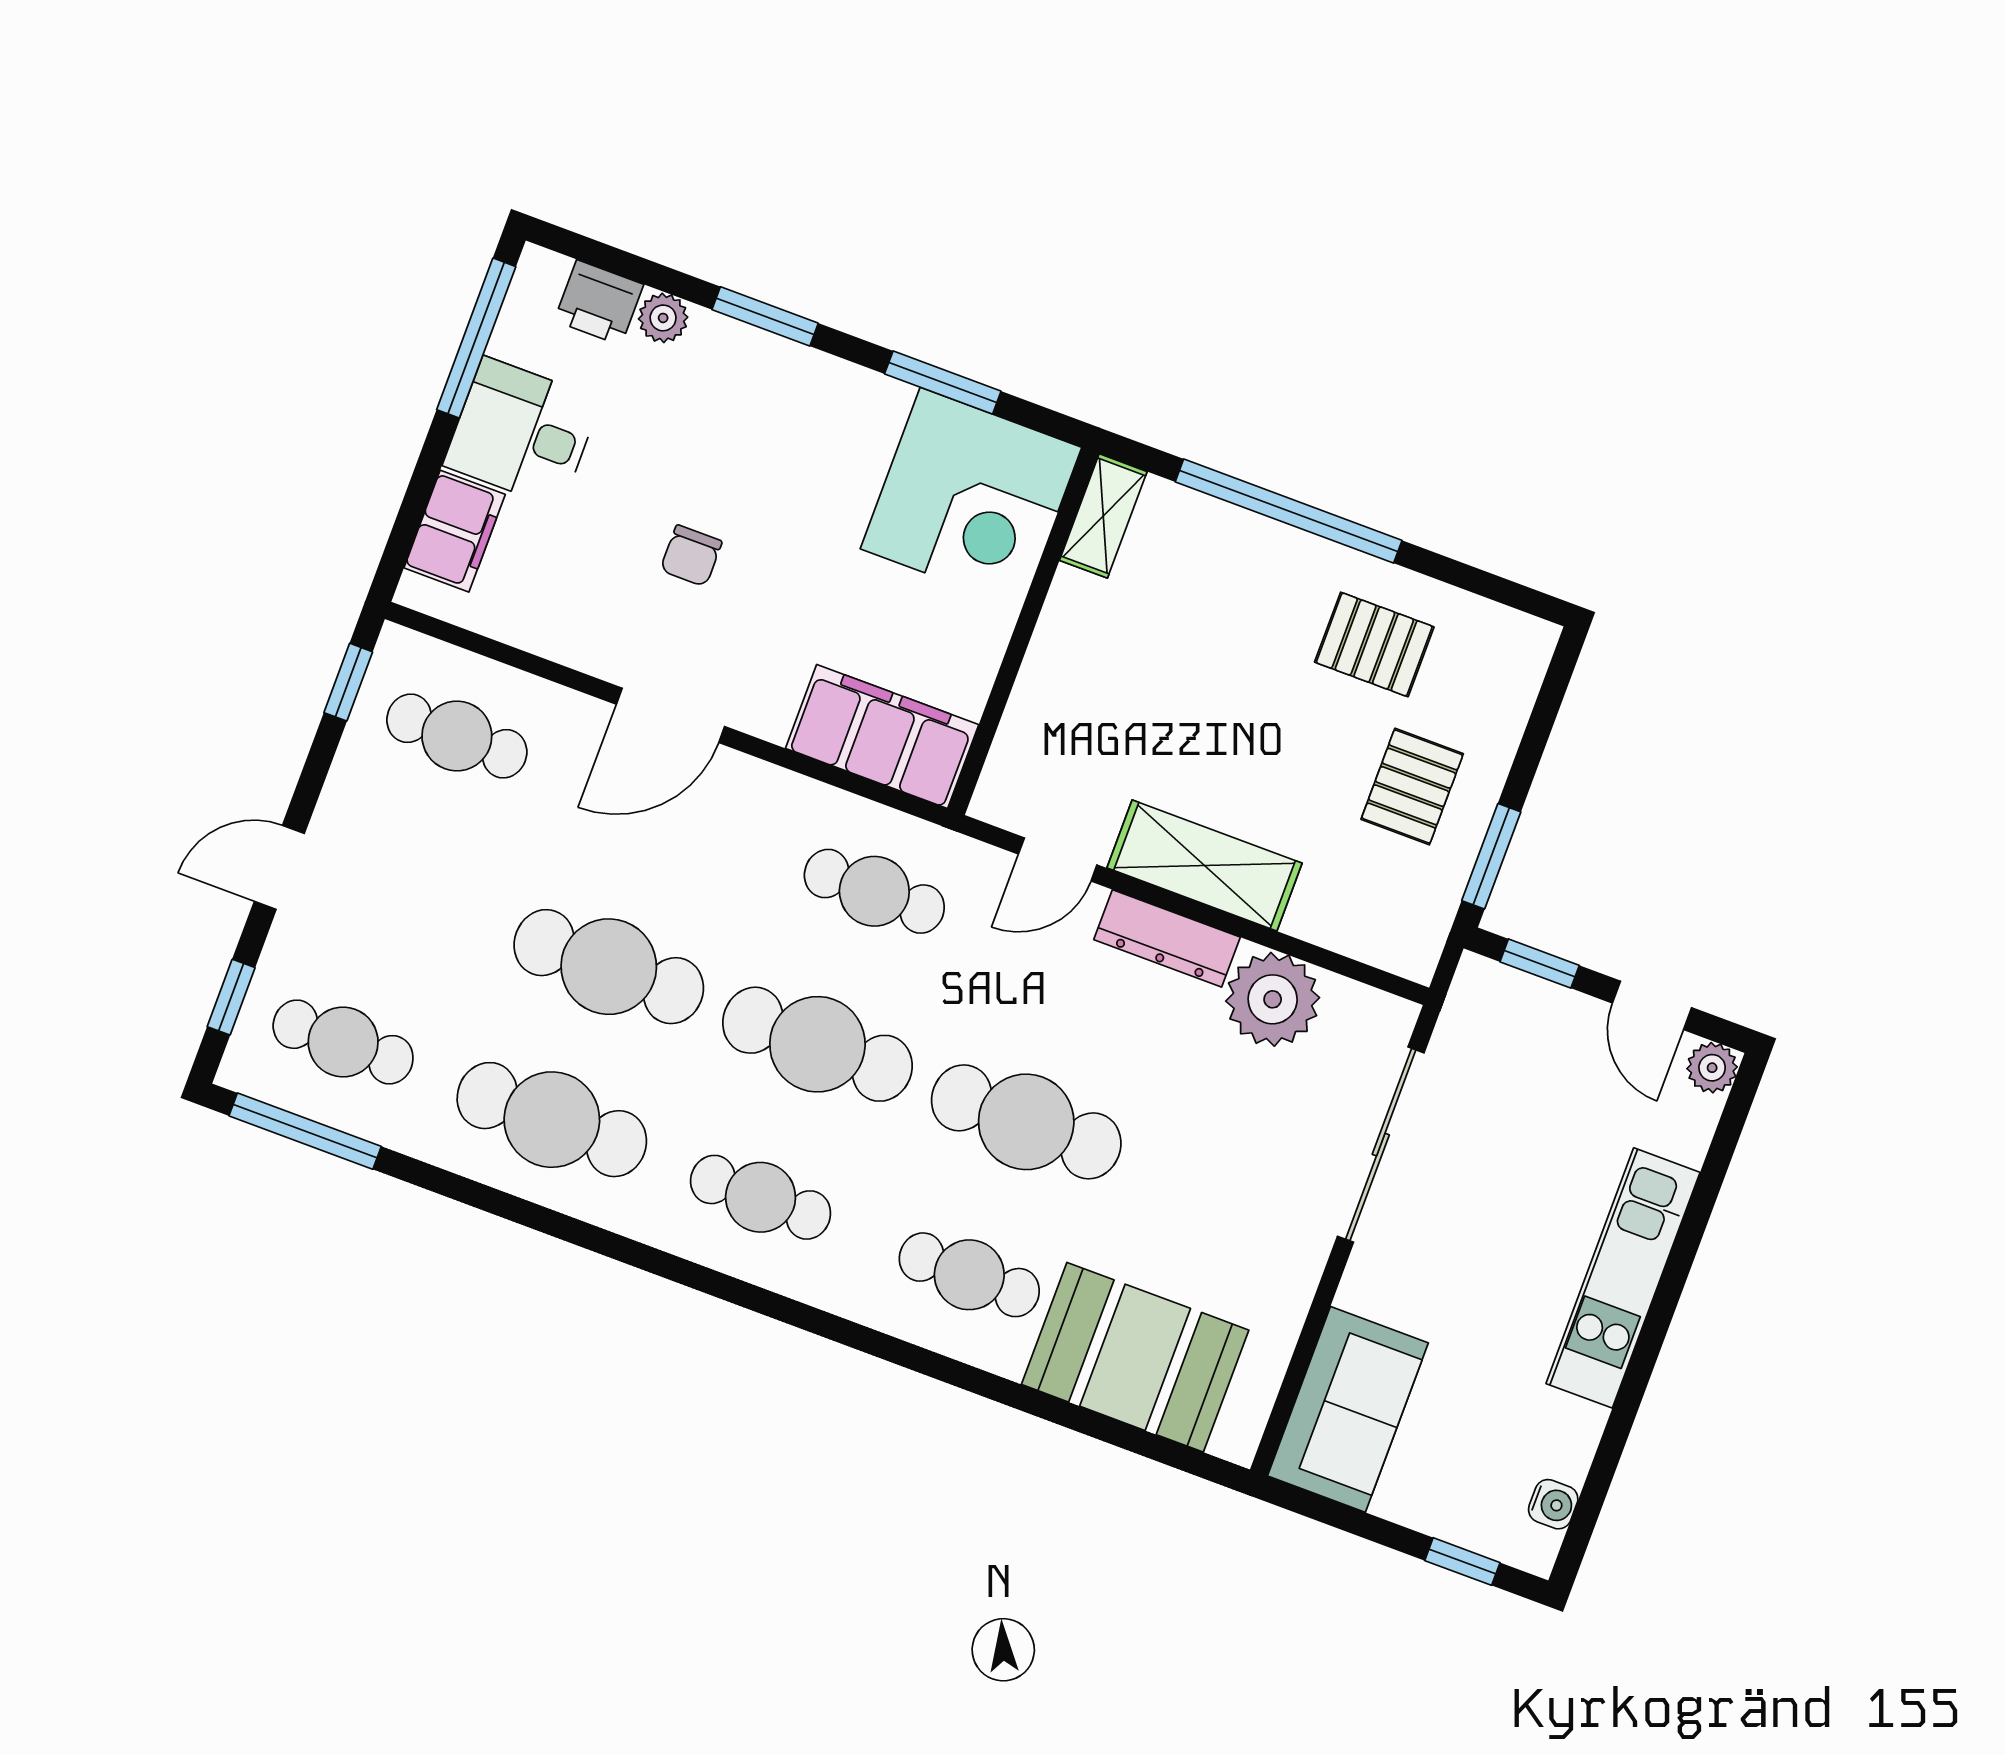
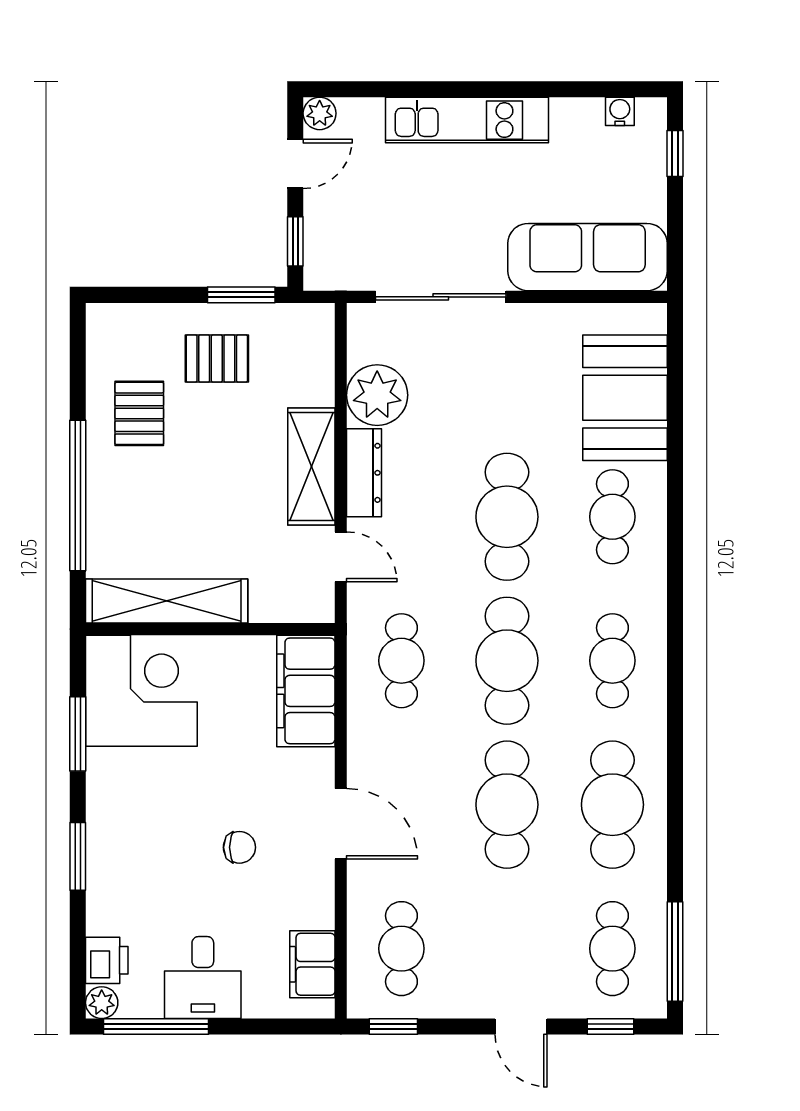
plant: (663, 318) -> (102, 1003), moved
shelving: (1103, 516) -> (167, 601), width x2.20, depth x1.33
filing cabinet: (455, 531) -> (312, 964), moved, turned -90
sofa: (1348, 1409) -> (588, 257), width x1.36

